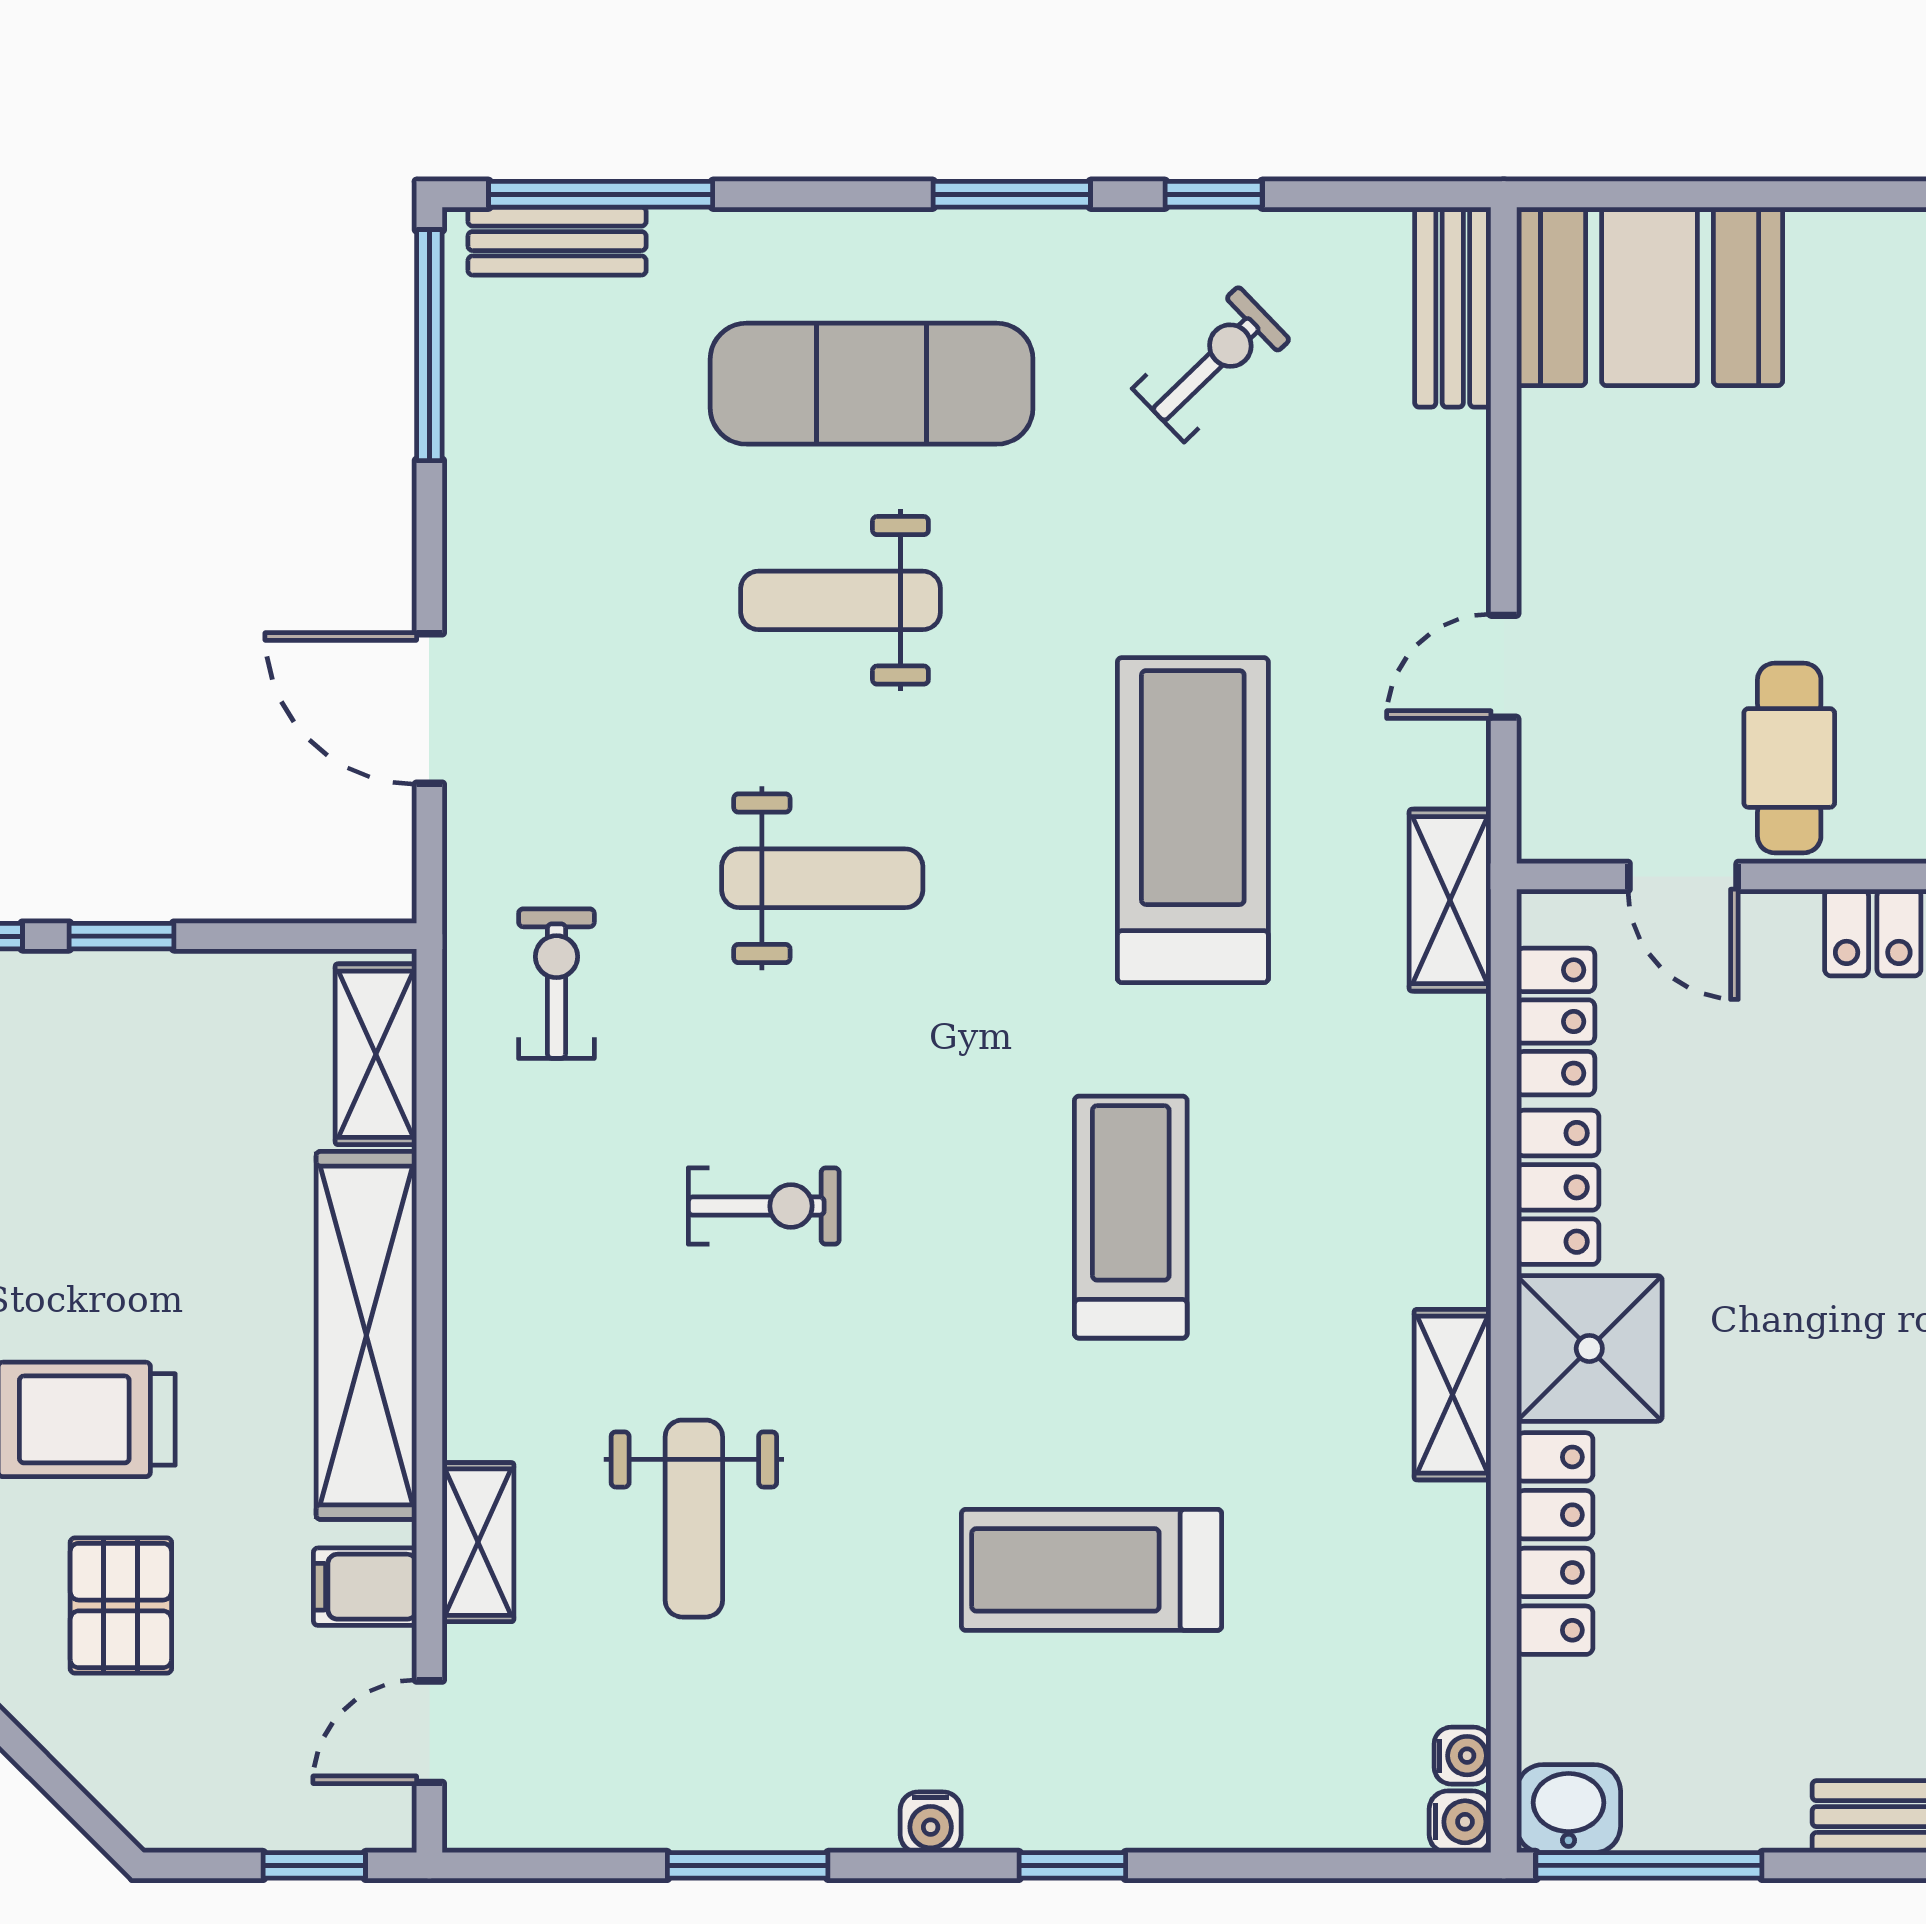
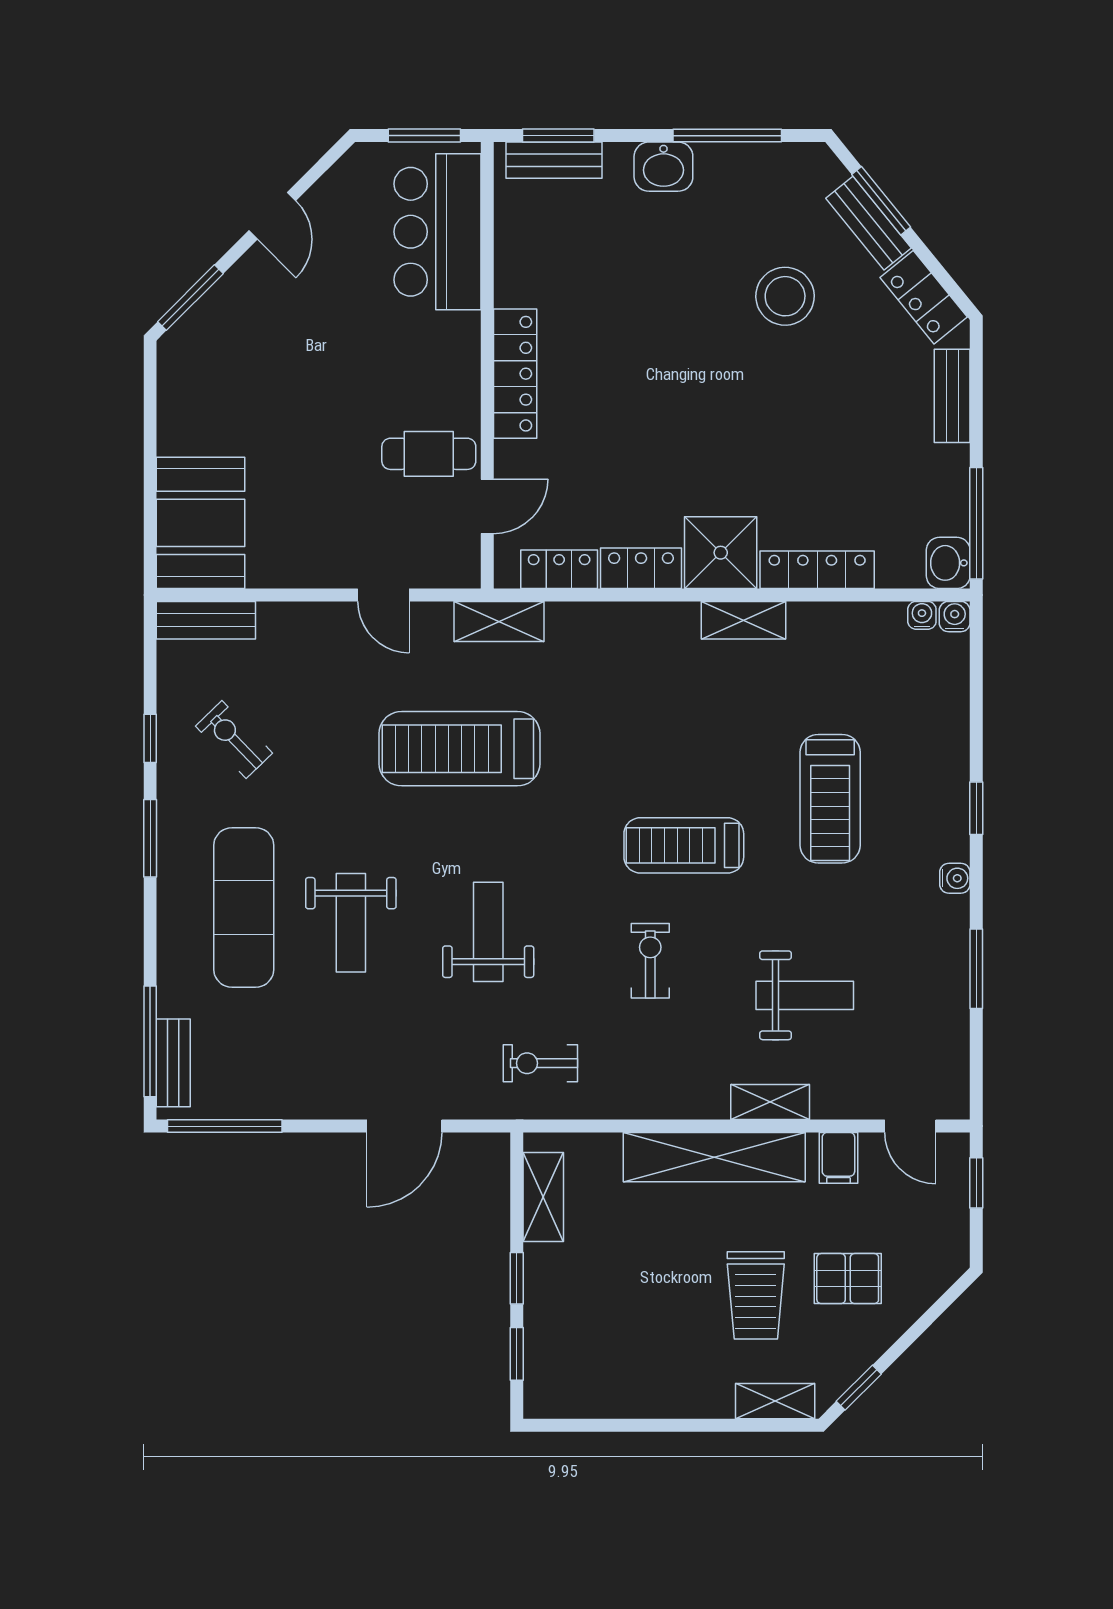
shelving: (376, 1054) -> (543, 1197), moved, turned 90
treadmill: (1131, 1217) -> (684, 845), moved
shelving: (478, 1542) -> (770, 1102), moved

